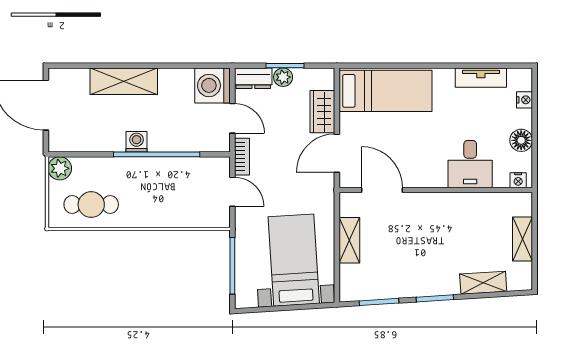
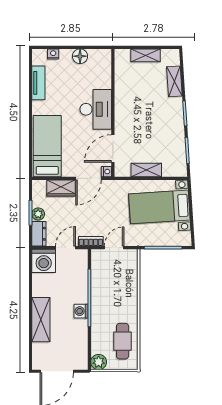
door: (337, 153) -> (89, 178), hinge flipped
desk: (470, 164) -> (96, 109), moved, width x1.37
nightstand: (518, 180) -> (106, 172), moved

